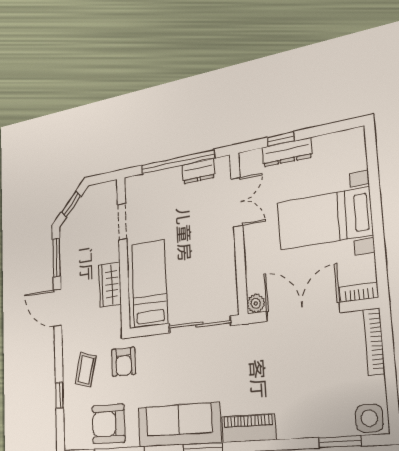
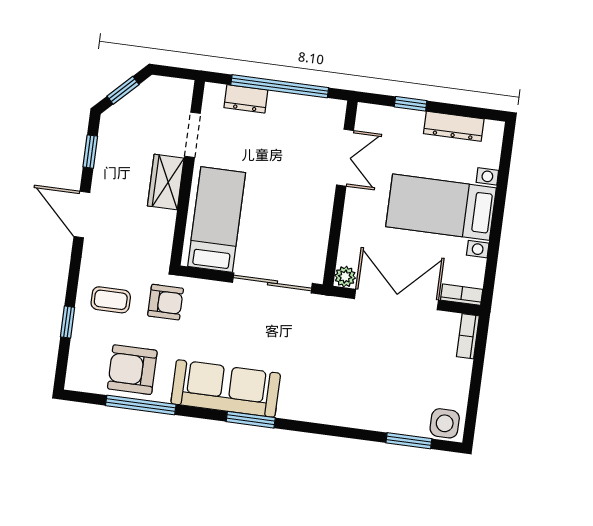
dresser: (287, 152) -> (454, 126), moved
dresser: (198, 171) -> (246, 99), moved
window: (56, 258) -> (90, 152), width x0.67
wardrobe: (110, 285) -> (166, 182), moved
bookcase: (374, 341) -> (468, 336), width x0.64
armchair: (124, 362) -> (166, 302), turned -90
coffee table: (86, 370) -> (111, 300), turned 75
piano: (249, 428) -> (310, 408), removed

